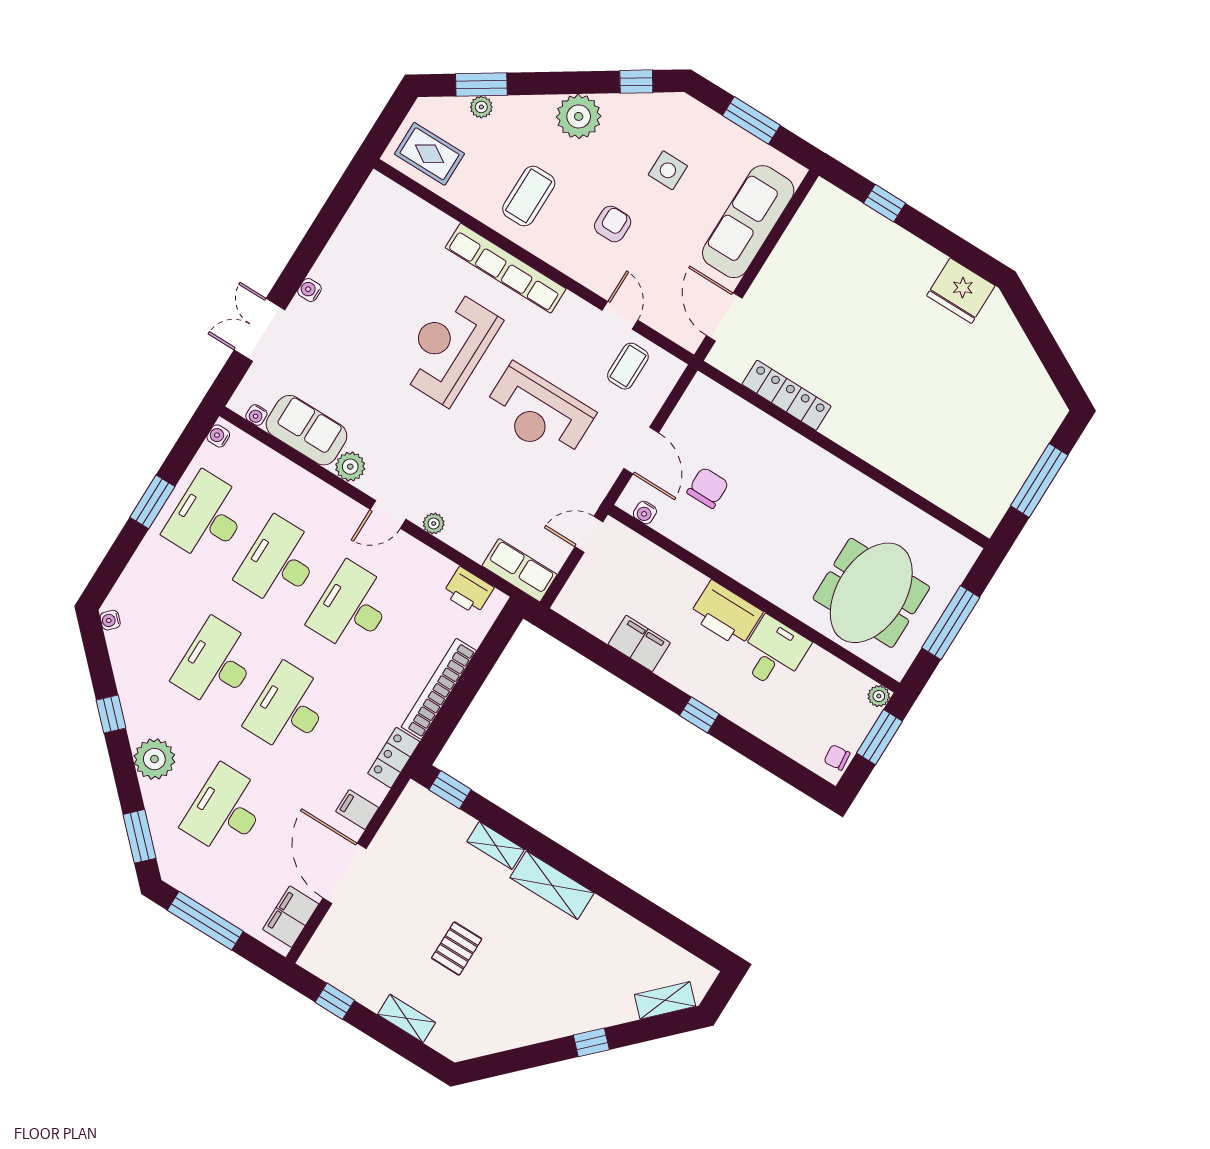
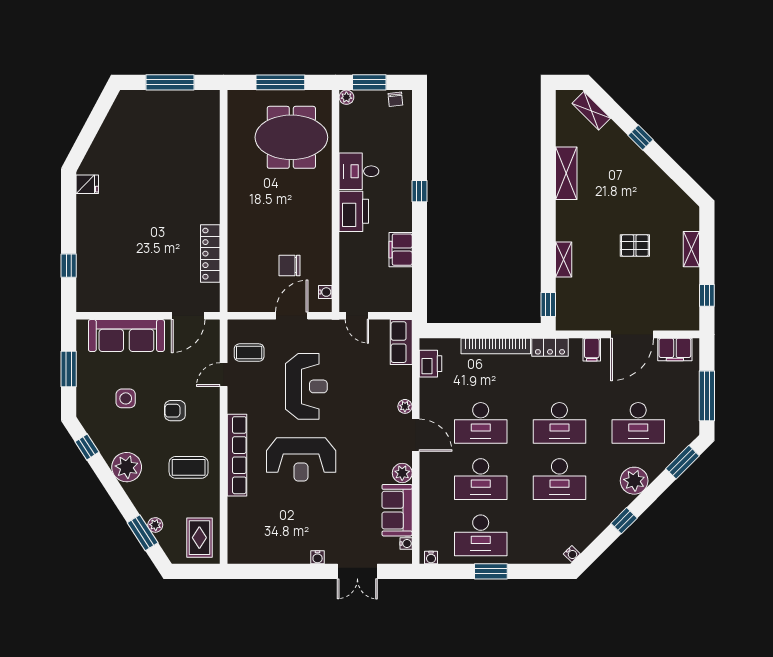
fridge: (961, 291) -> (87, 184), width x0.53, depth x0.75
door: (388, 514) -> (416, 435), width x1.38
shelving: (552, 885) -> (566, 173), moved

